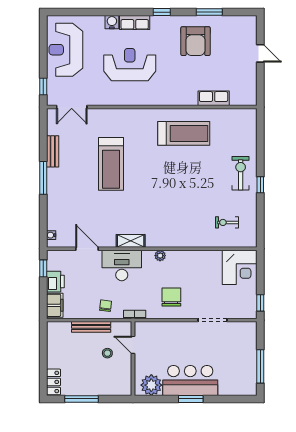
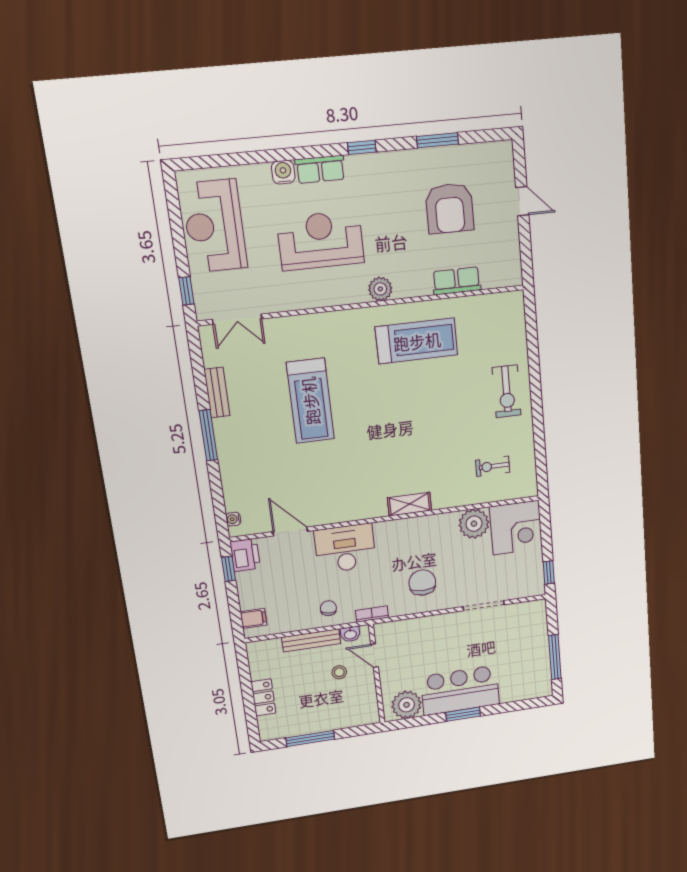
armchair: (195, 41) -> (450, 208), moved
plant: (164, 98) -> (380, 289), added
exercise bike: (241, 173) -> (507, 391), turned 180
window: (260, 185) -> (537, 405), removed
shelving: (131, 241) -> (409, 504), moved
plant: (160, 256) -> (474, 524), moved, width x1.88, depth x1.88
printer: (55, 282) -> (245, 555), moved
filing cabinet: (55, 305) -> (254, 618), width x0.50
washbasin: (118, 327) -> (350, 634), added
locker: (54, 382) -> (263, 697), moved

